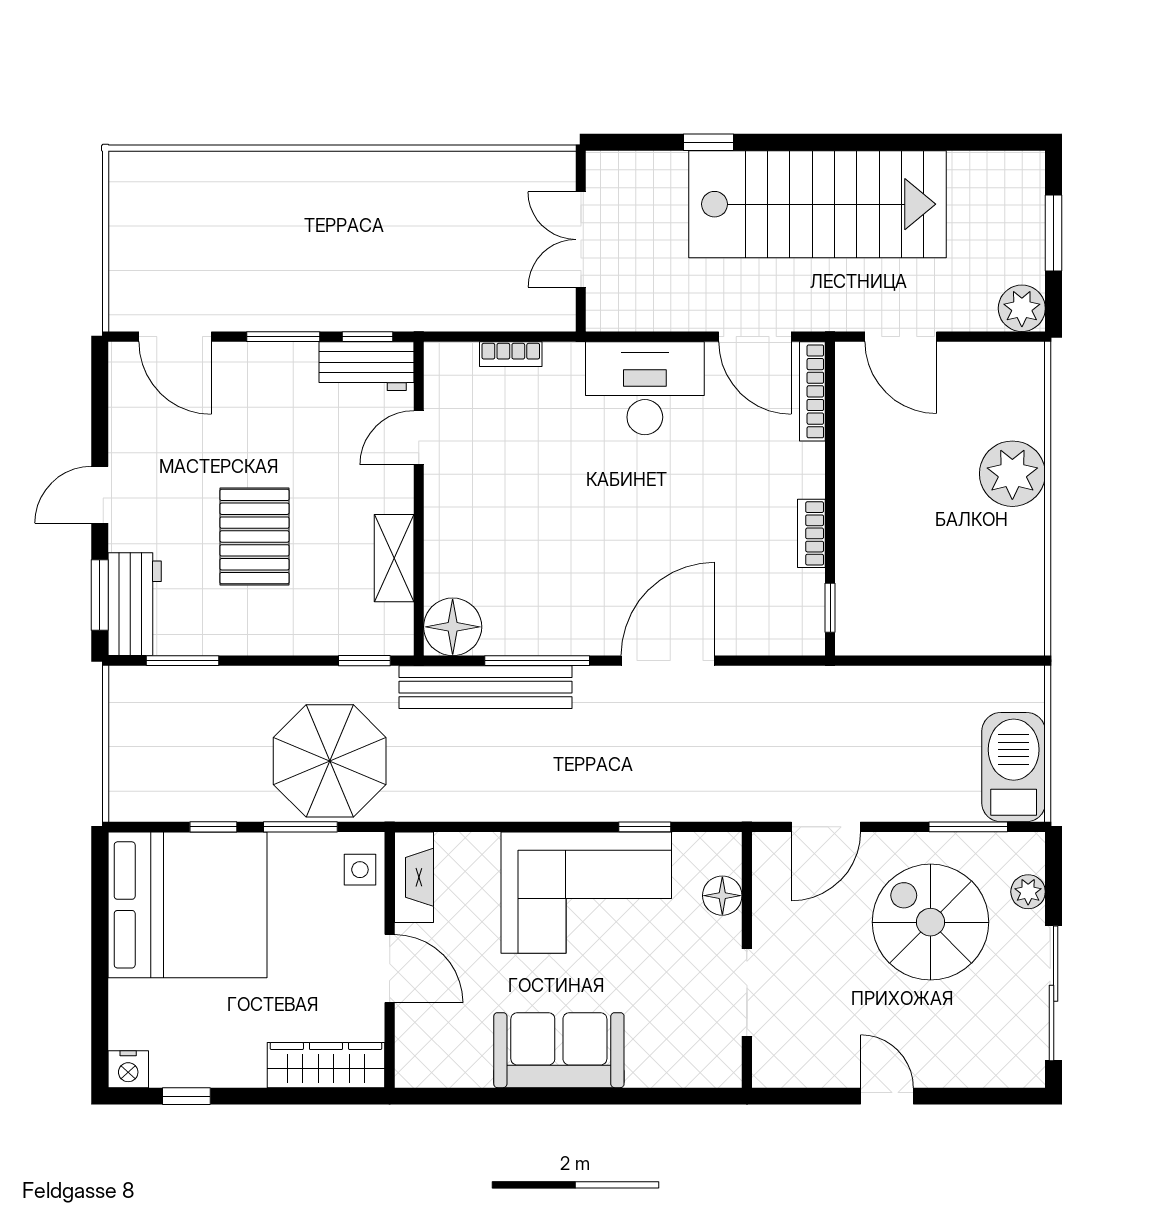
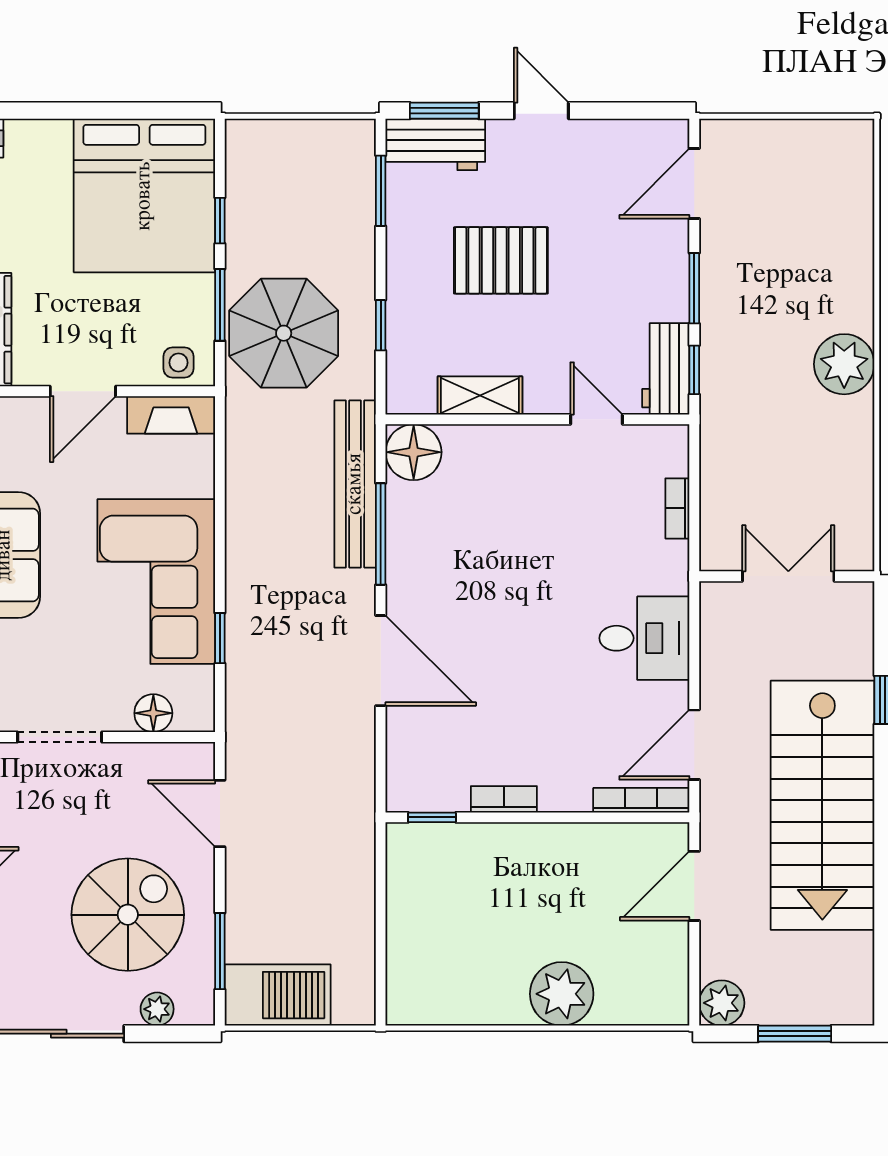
plant: (362, 182) -> (844, 364), added
desk: (645, 388) -> (644, 638), width x0.73
window: (364, 661) -> (381, 325), moved

